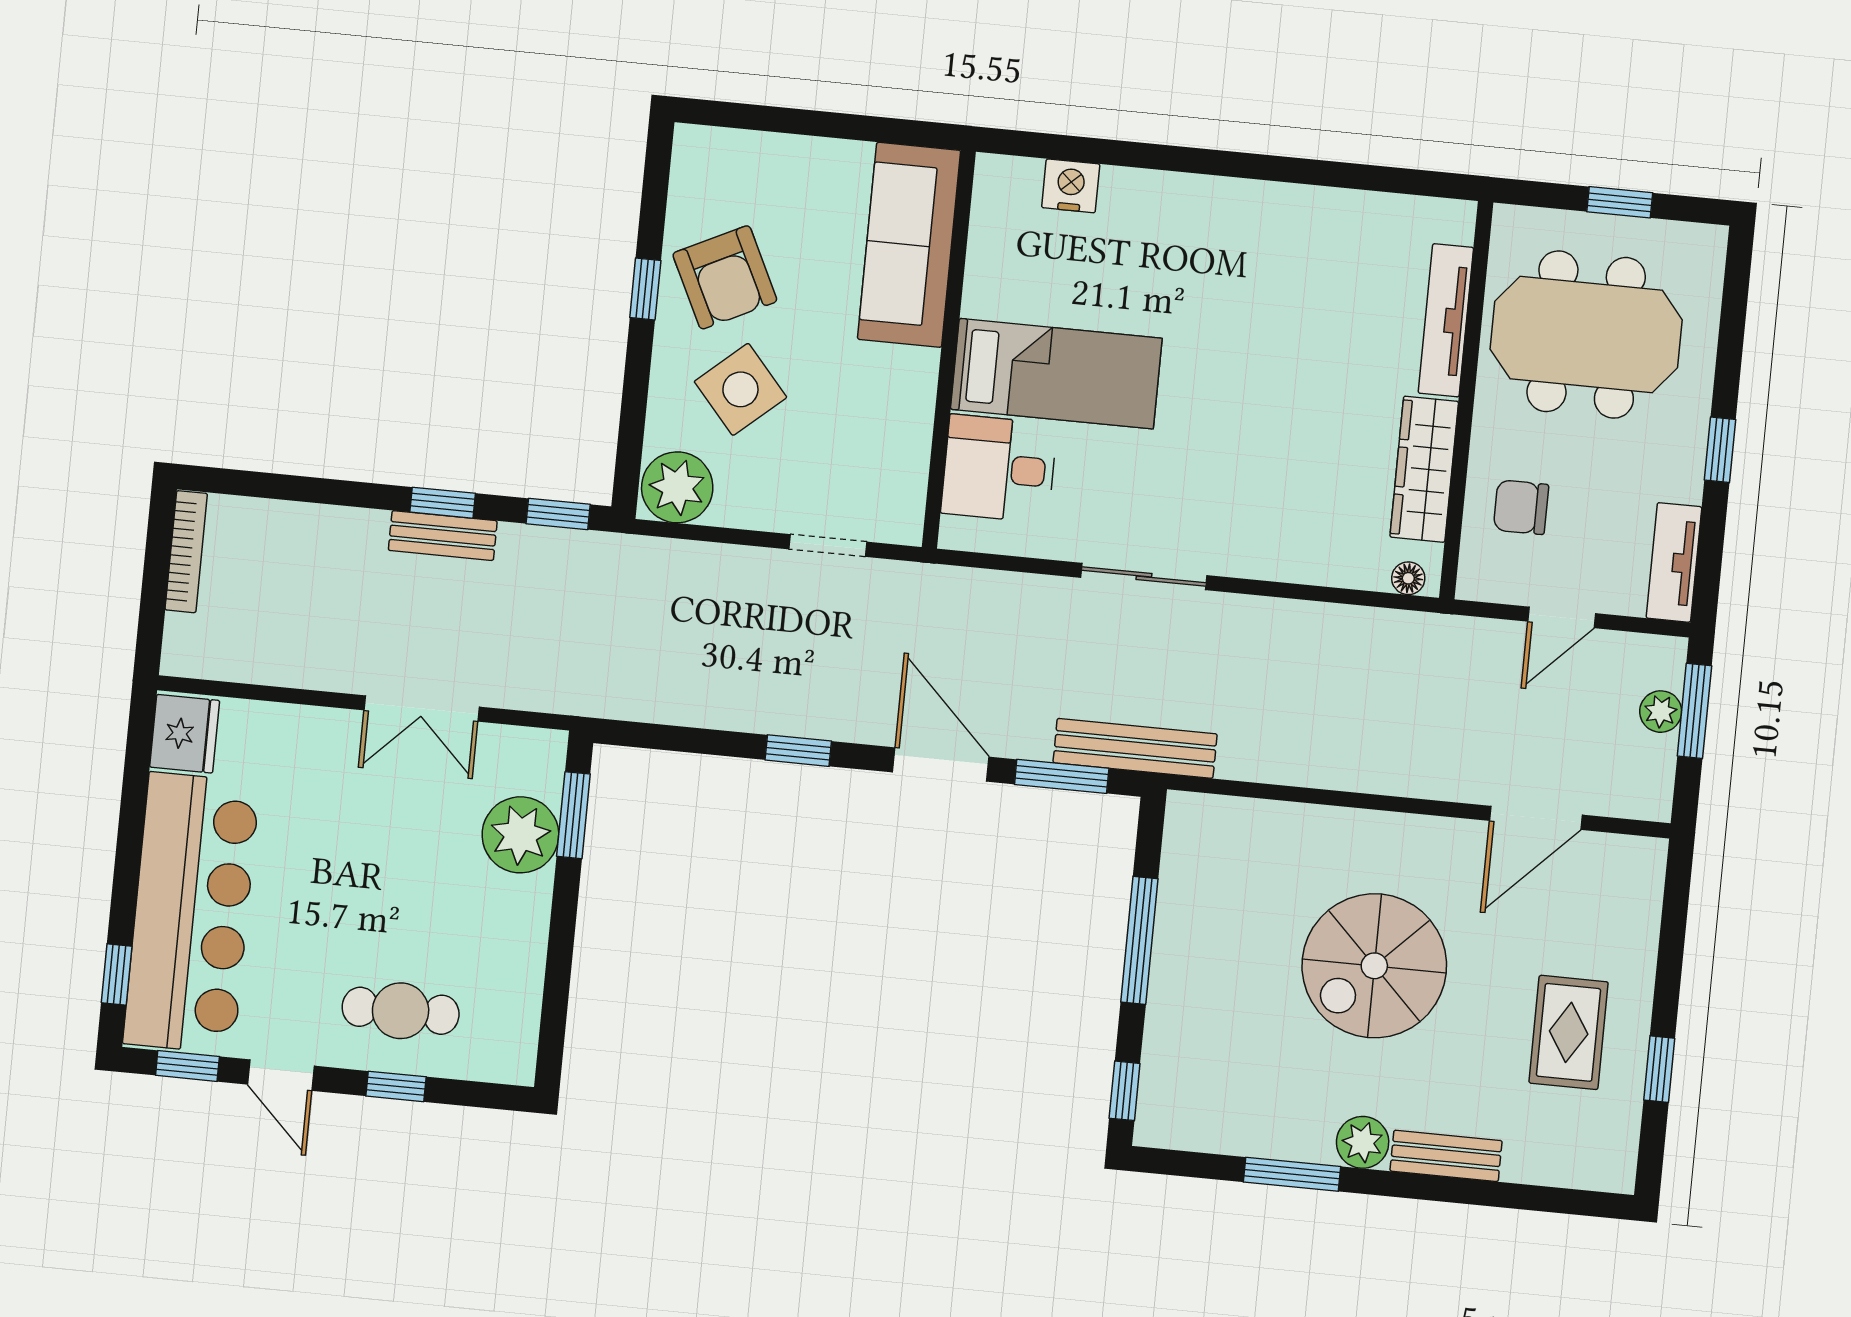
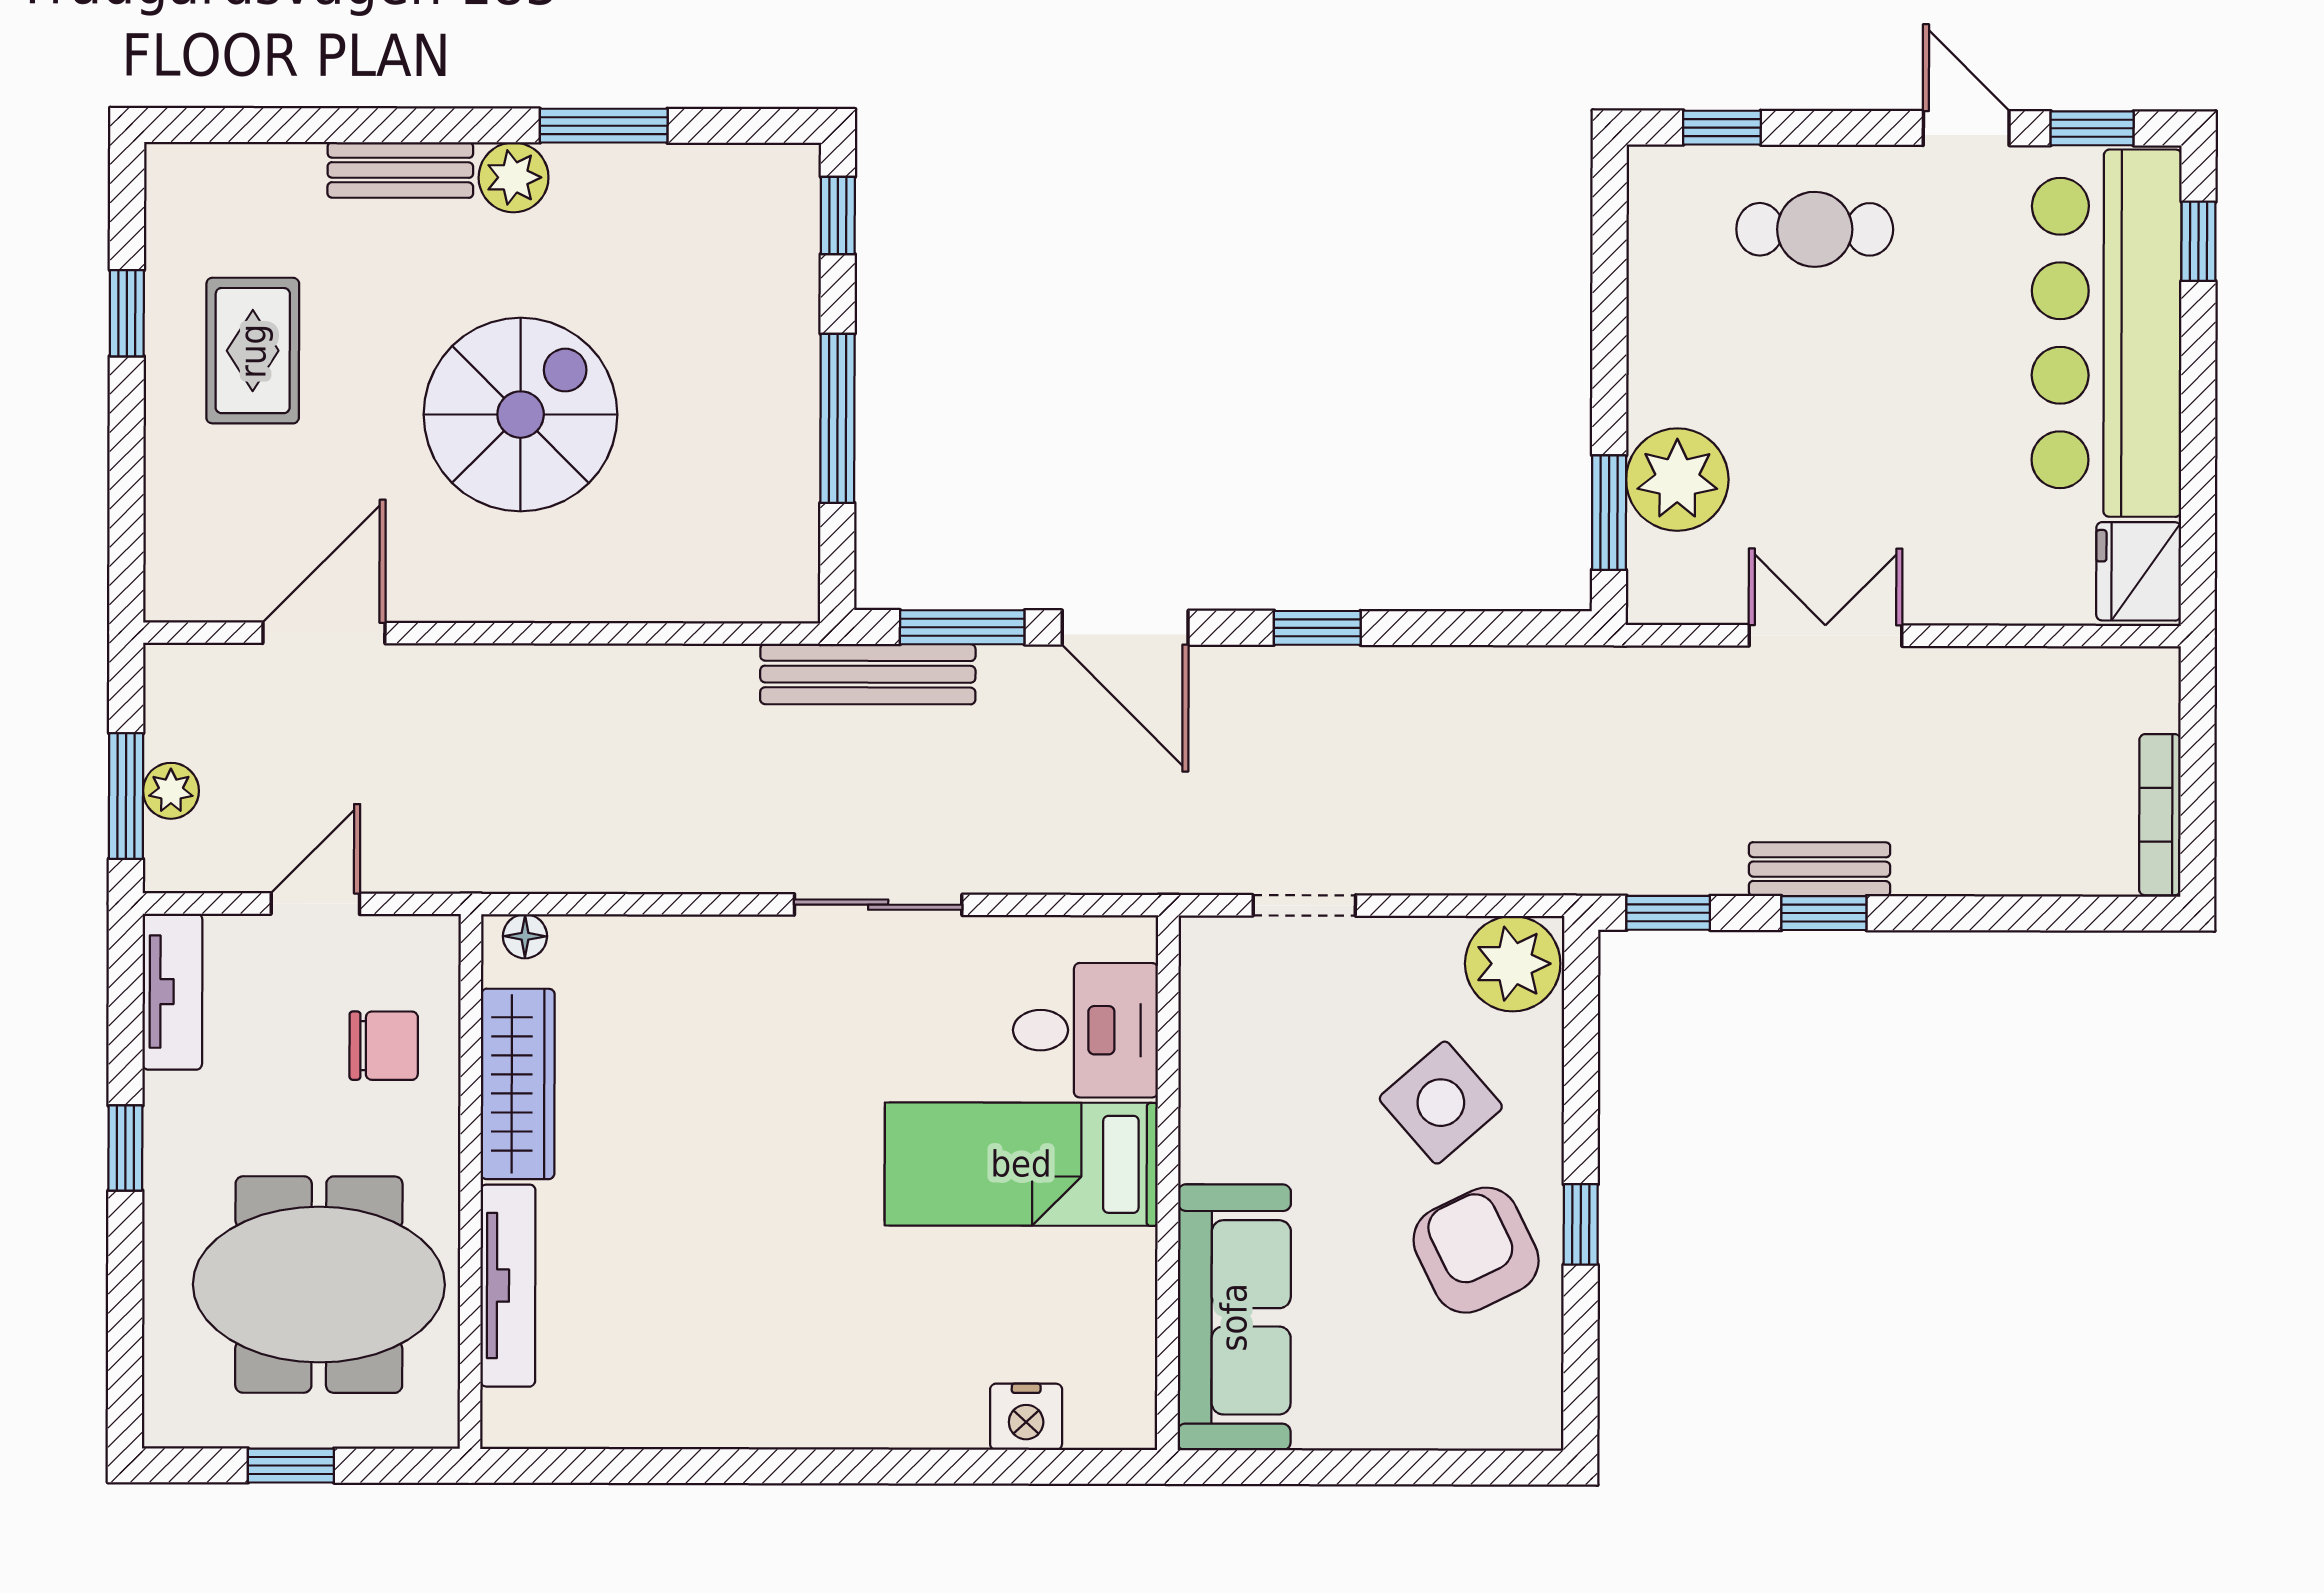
window: (396, 1086) -> (1722, 128), moved

